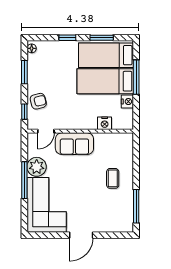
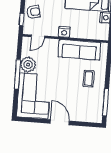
nightstand: (105, 123) -> (64, 32), moved
sofa: (74, 144) -> (79, 50), moved, width x1.36
door: (81, 235) -> (60, 122), swing flipped

